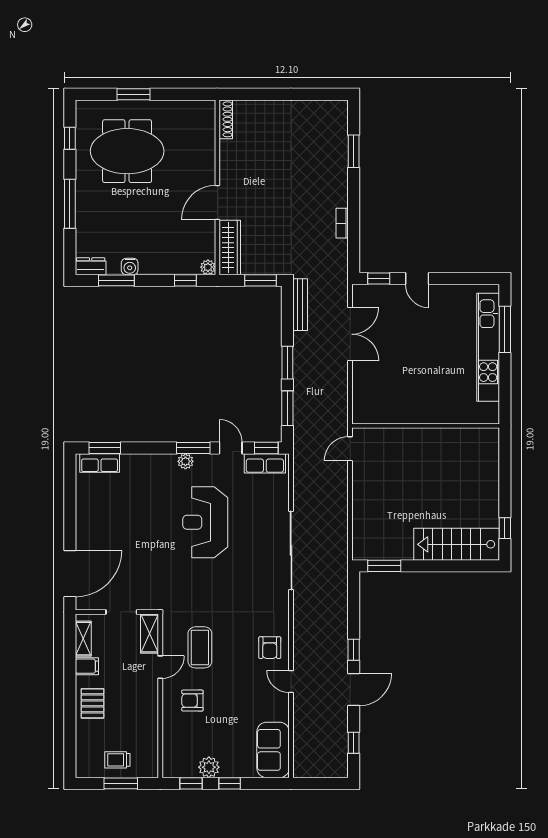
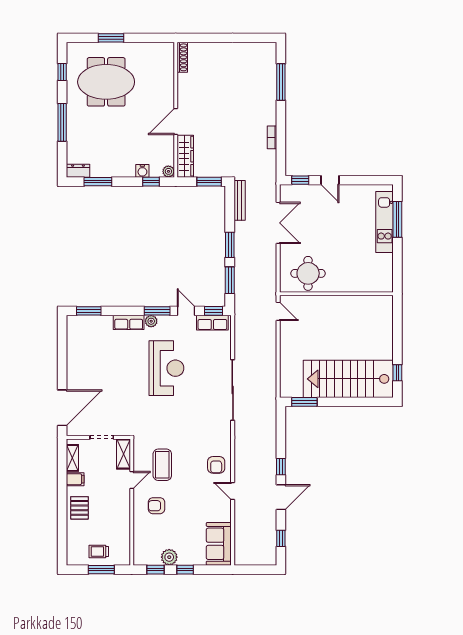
window: (354, 151) -> (281, 82), width x1.44
water cooler: (130, 267) -> (142, 171), moved
kitchen unit: (488, 347) -> (385, 222), width x0.73
round table: (389, 399) -> (308, 273), added
door: (350, 449) -> (278, 311), swing flipped
row of seats: (100, 463) -> (129, 322), moved
reception desk: (205, 522) -> (166, 368), turned 180
stairs: (457, 544) -> (348, 379), width x1.36, depth x1.51

